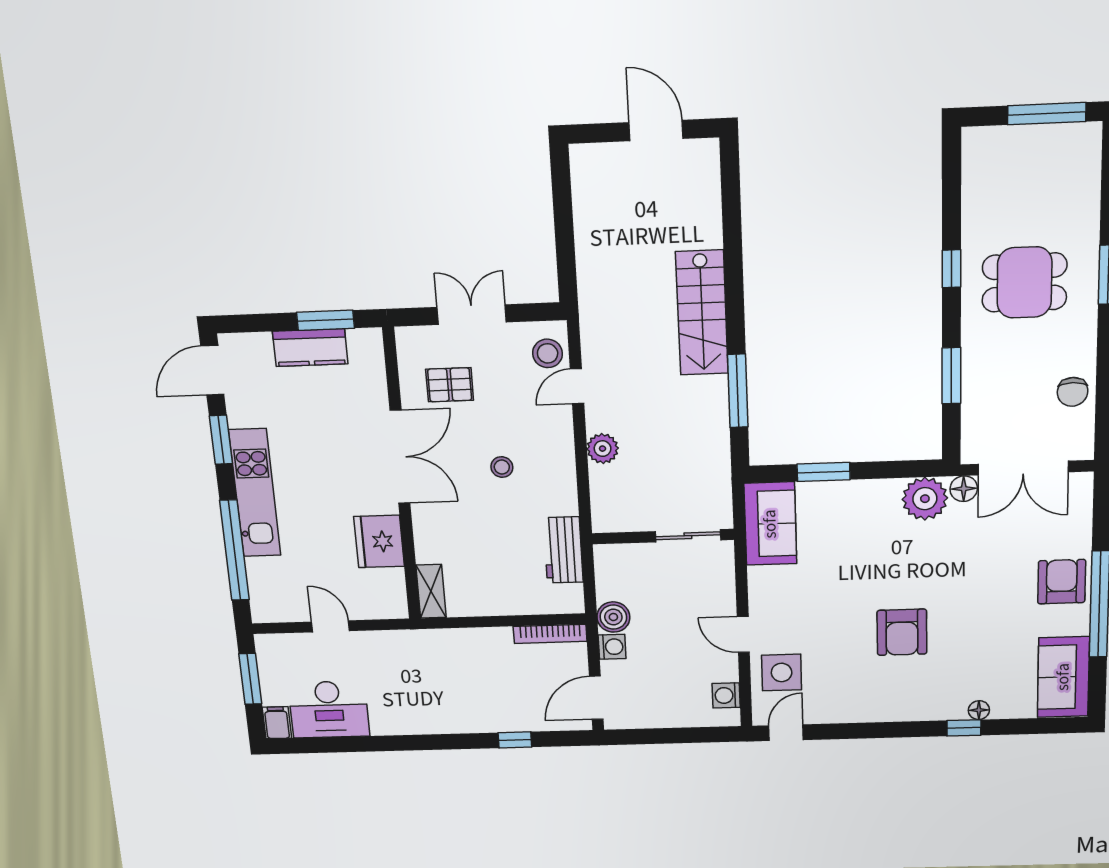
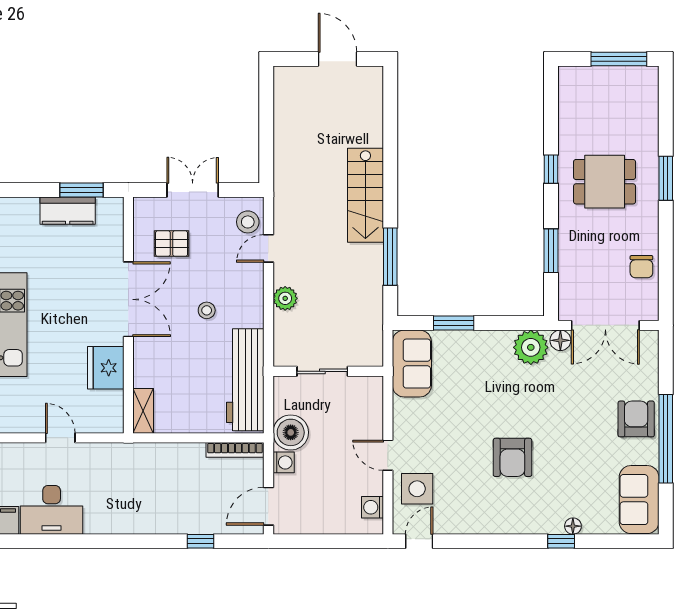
sliding door: (688, 536) -> (322, 371), moved
workbench: (563, 550) -> (245, 380), width x1.87, depth x1.32
boiler: (613, 617) -> (291, 432), width x1.37, depth x1.37

